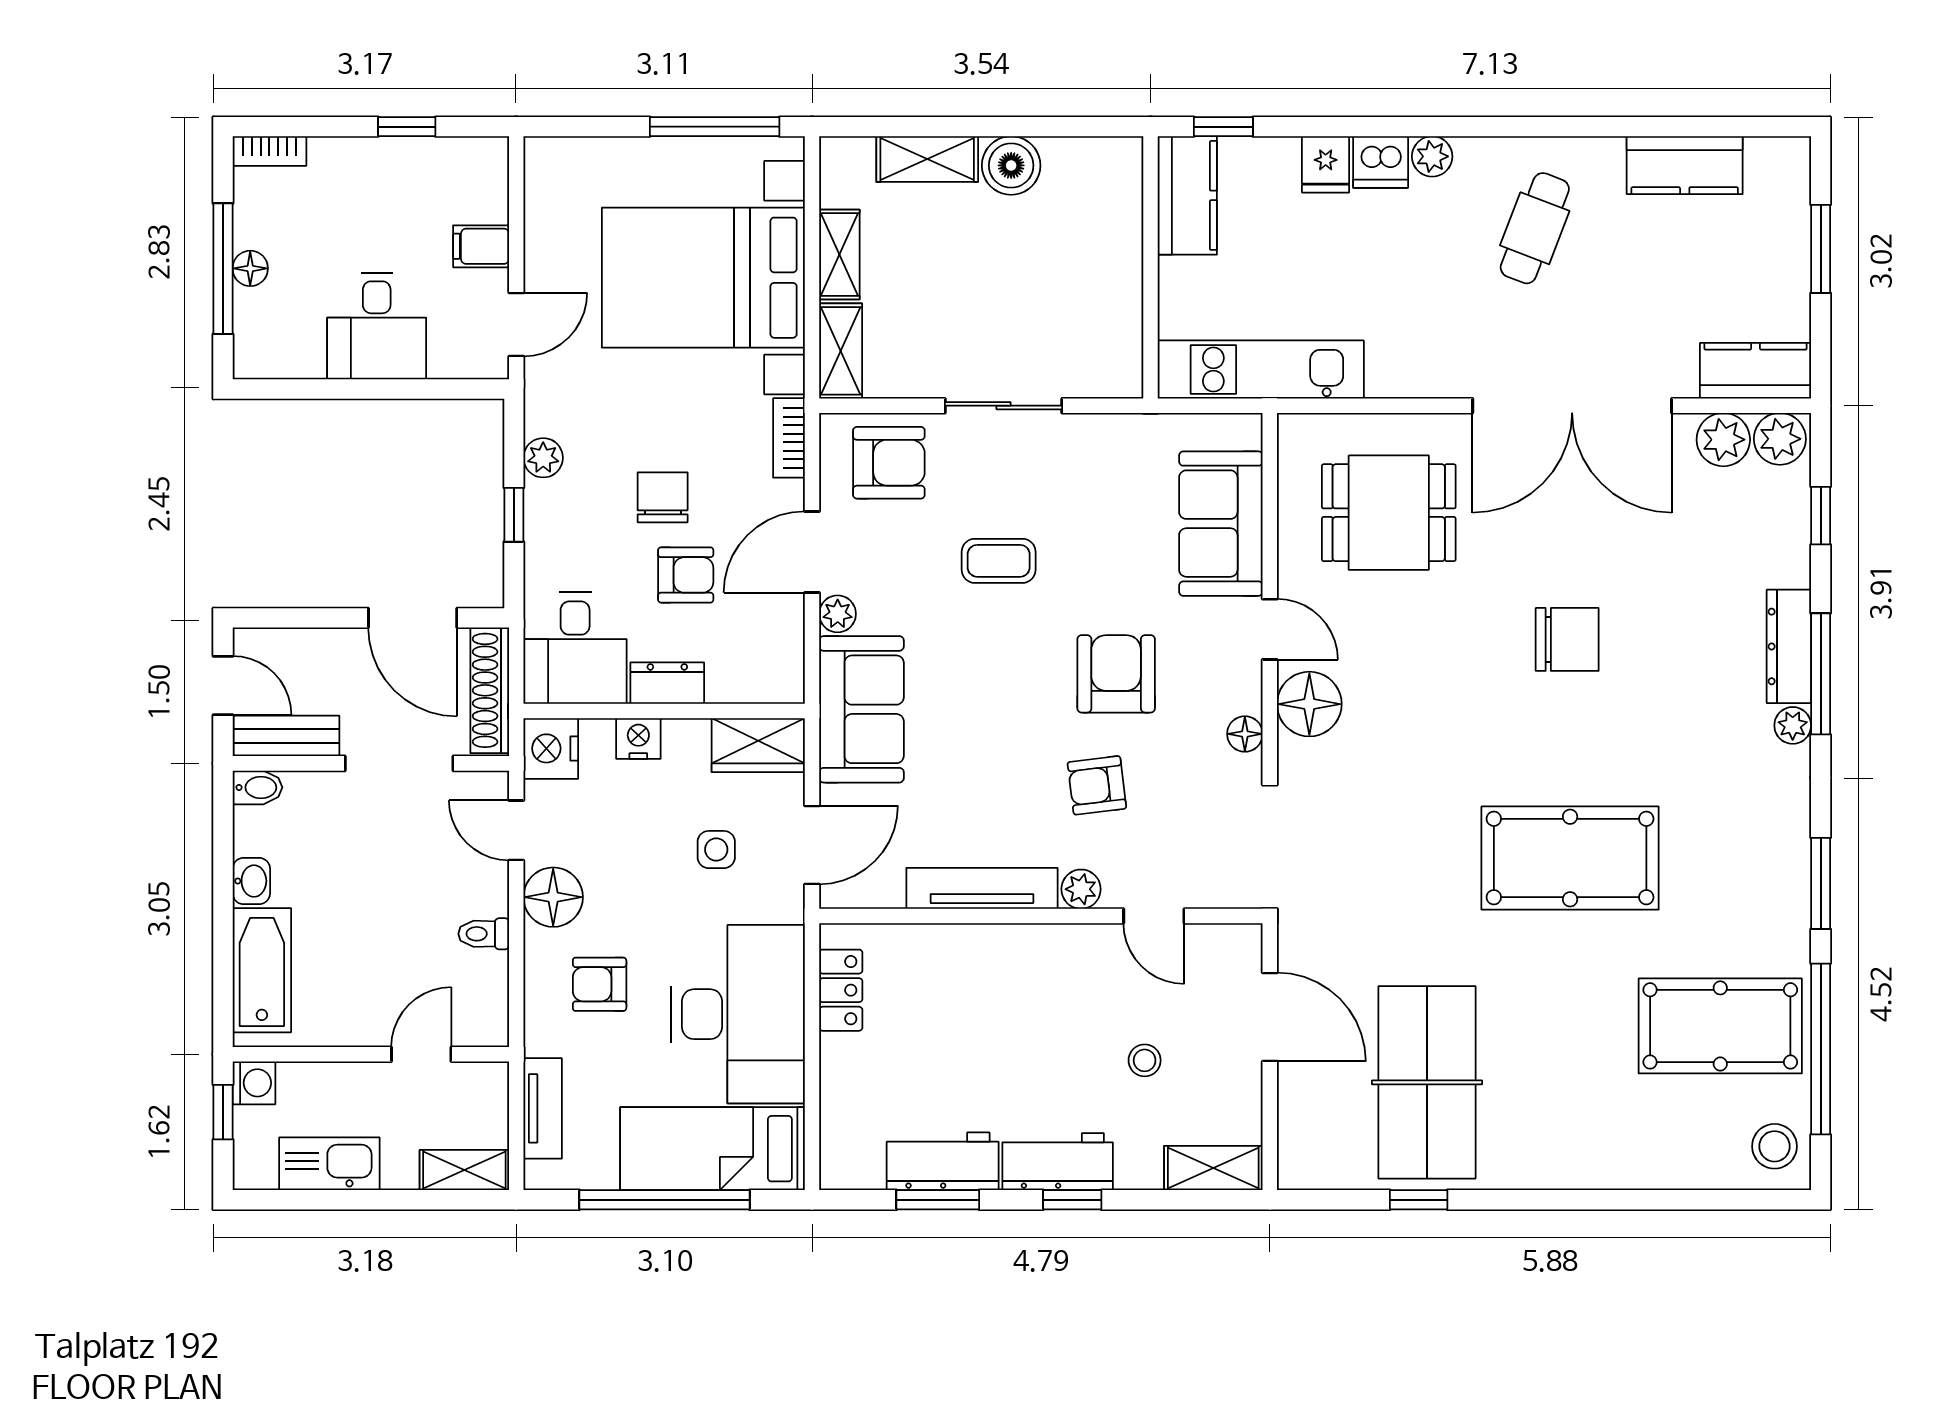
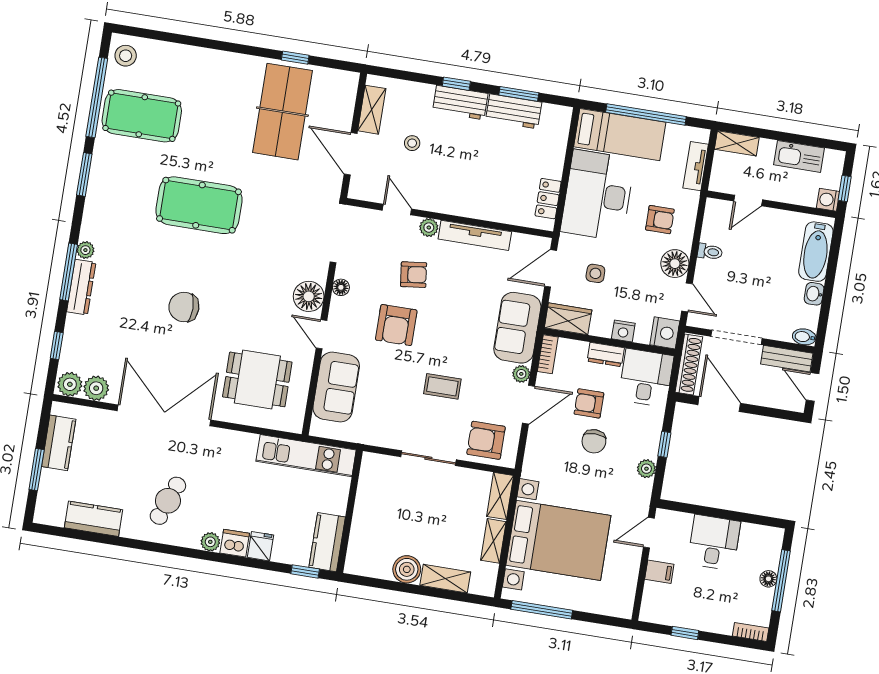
kitchen counter: (1756, 371) -> (59, 443), moved, turned -90
bookcase: (789, 438) -> (548, 354), moved
shelving: (1213, 1168) -> (372, 110), moved, turned 90

